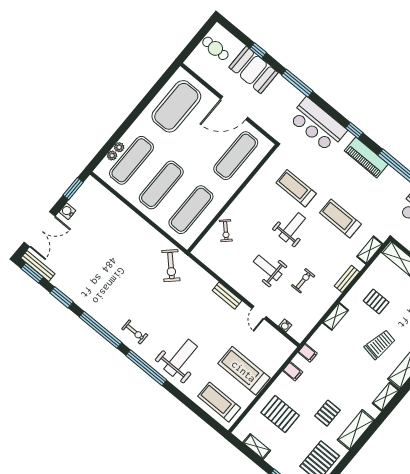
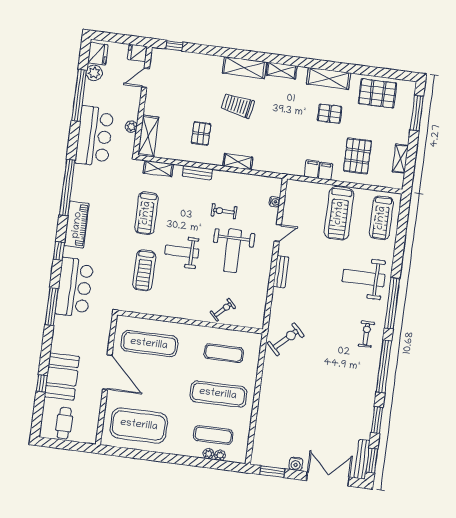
window: (297, 83) -> (52, 307), moved
exercise mat: (132, 160) -> (213, 435), width x0.73, depth x0.69
exercise mat: (191, 210) -> (224, 353), width x0.73, depth x0.69
weight bench: (268, 268) -> (233, 251), width x1.36, depth x1.33
filing cabinet: (308, 353) -> (326, 171), moved

